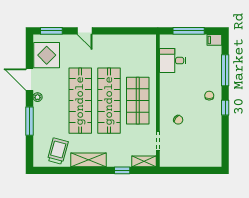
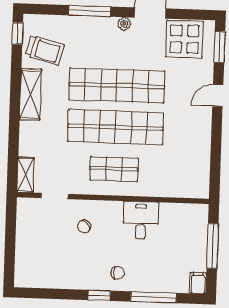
desk: (173, 61) -> (141, 220), moved
shop shelf: (138, 101) -> (114, 169), width x0.70, depth x0.74
window: (122, 170) -> (17, 33), moved

